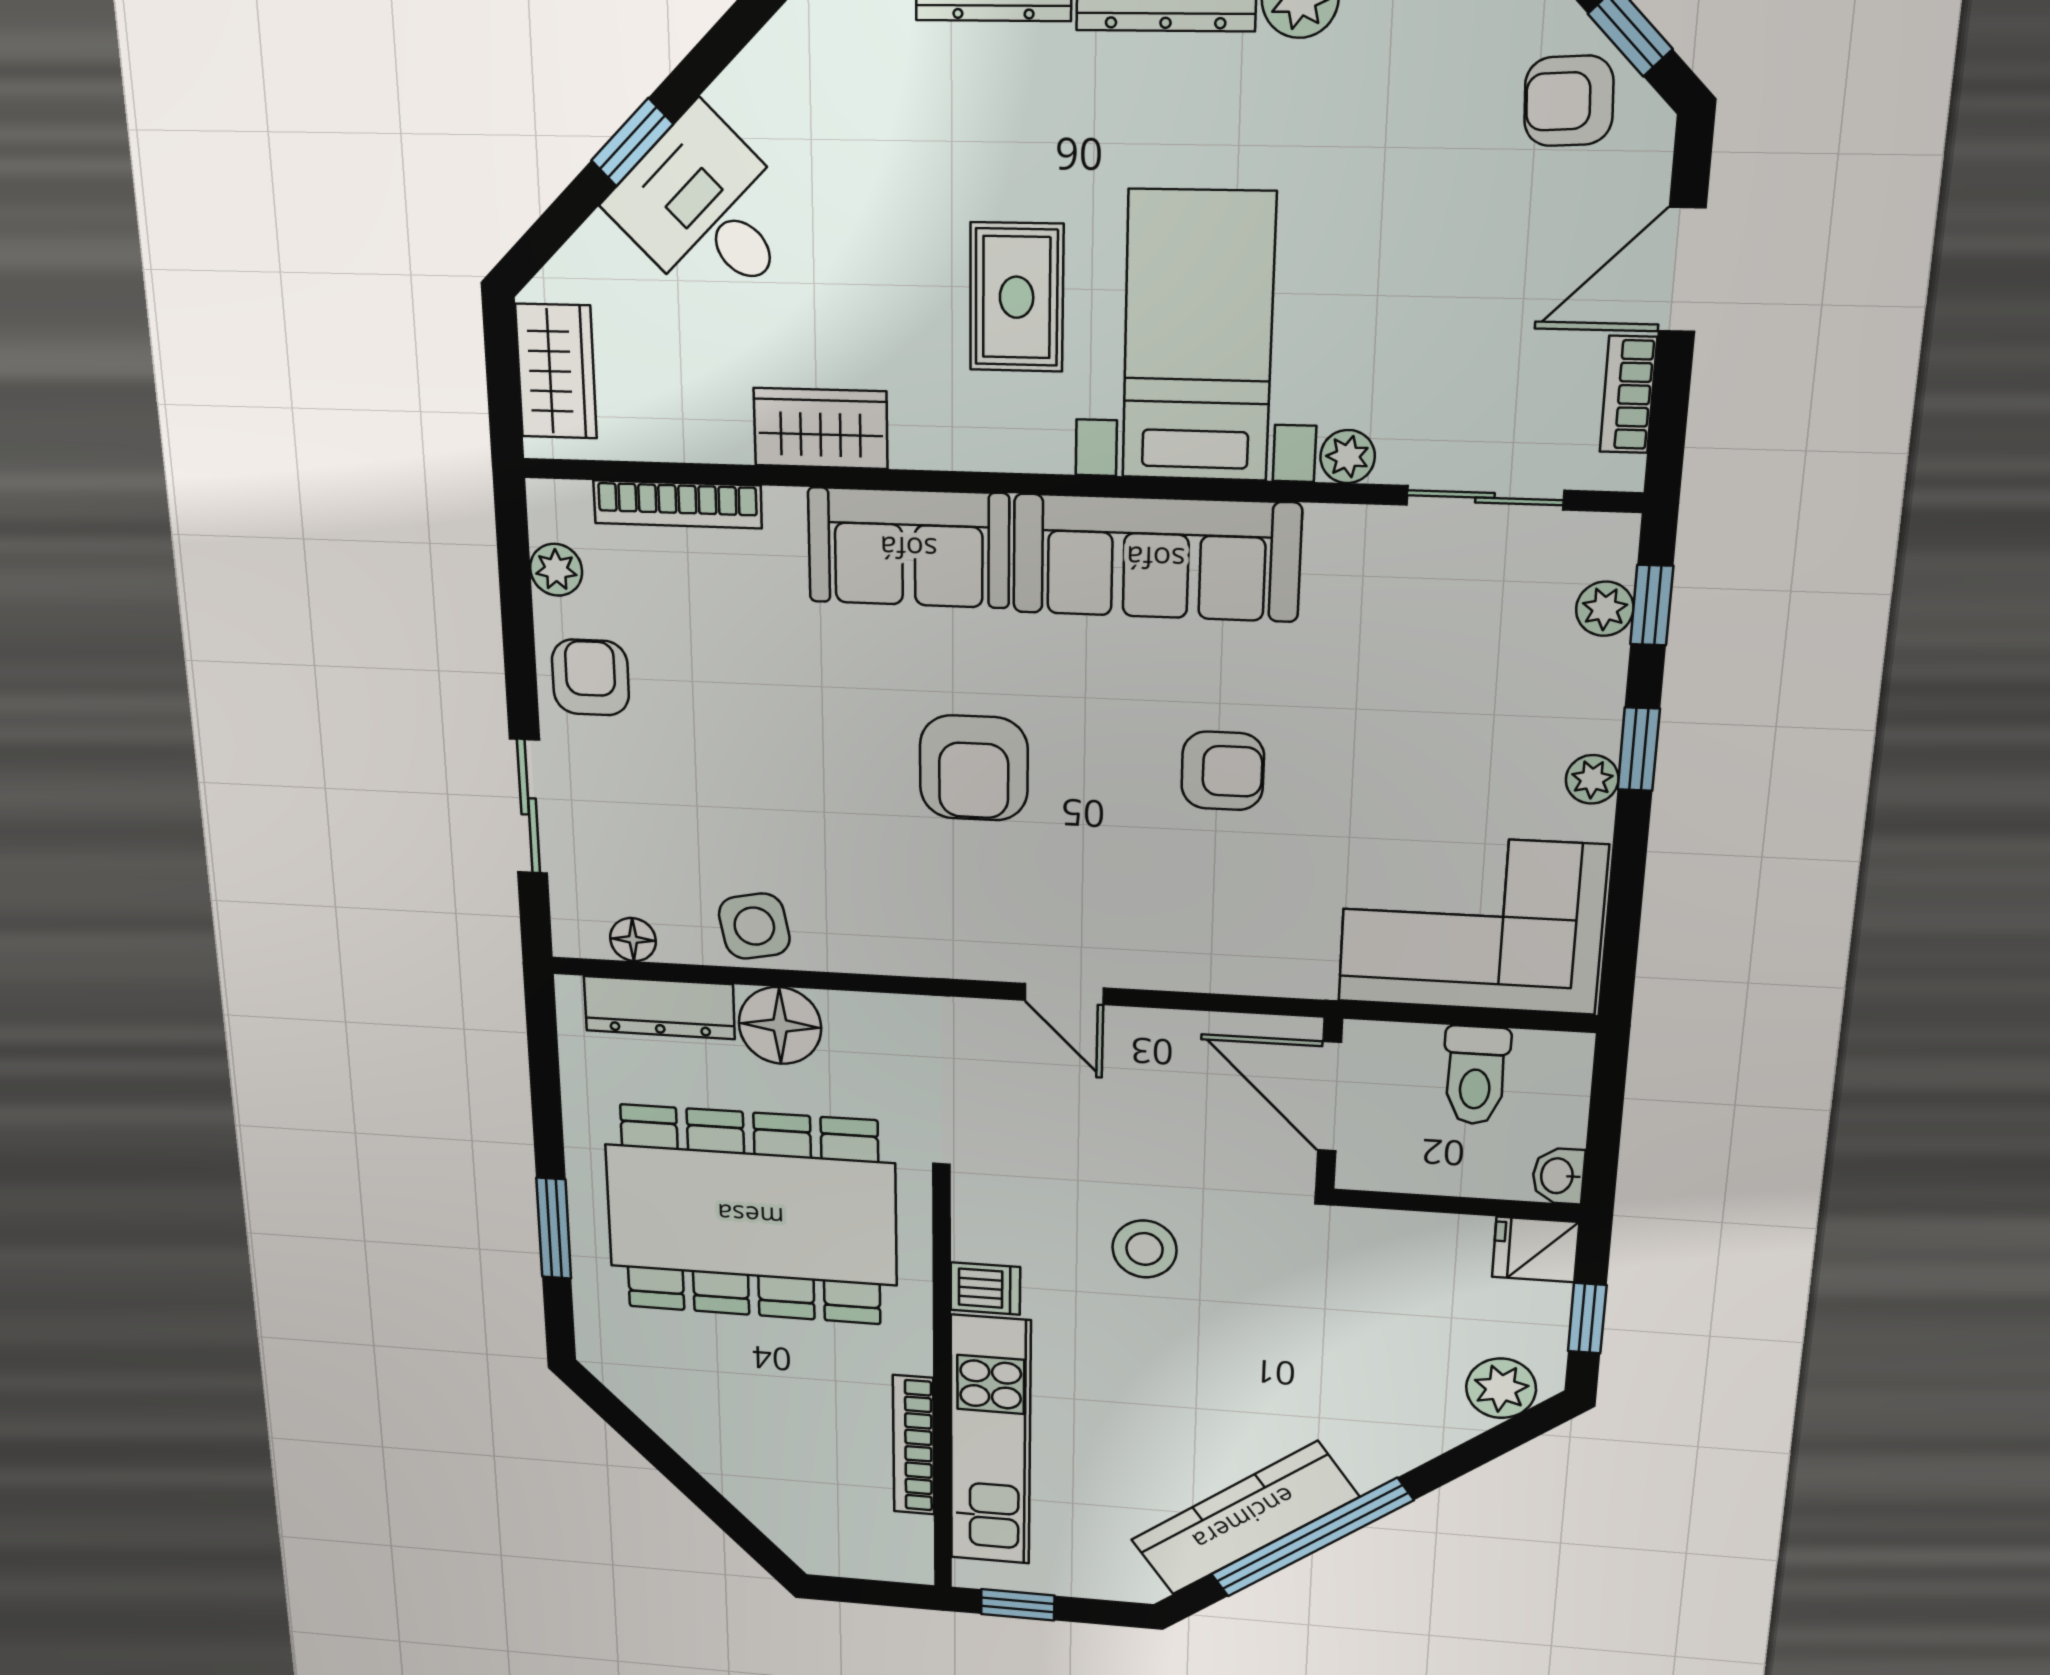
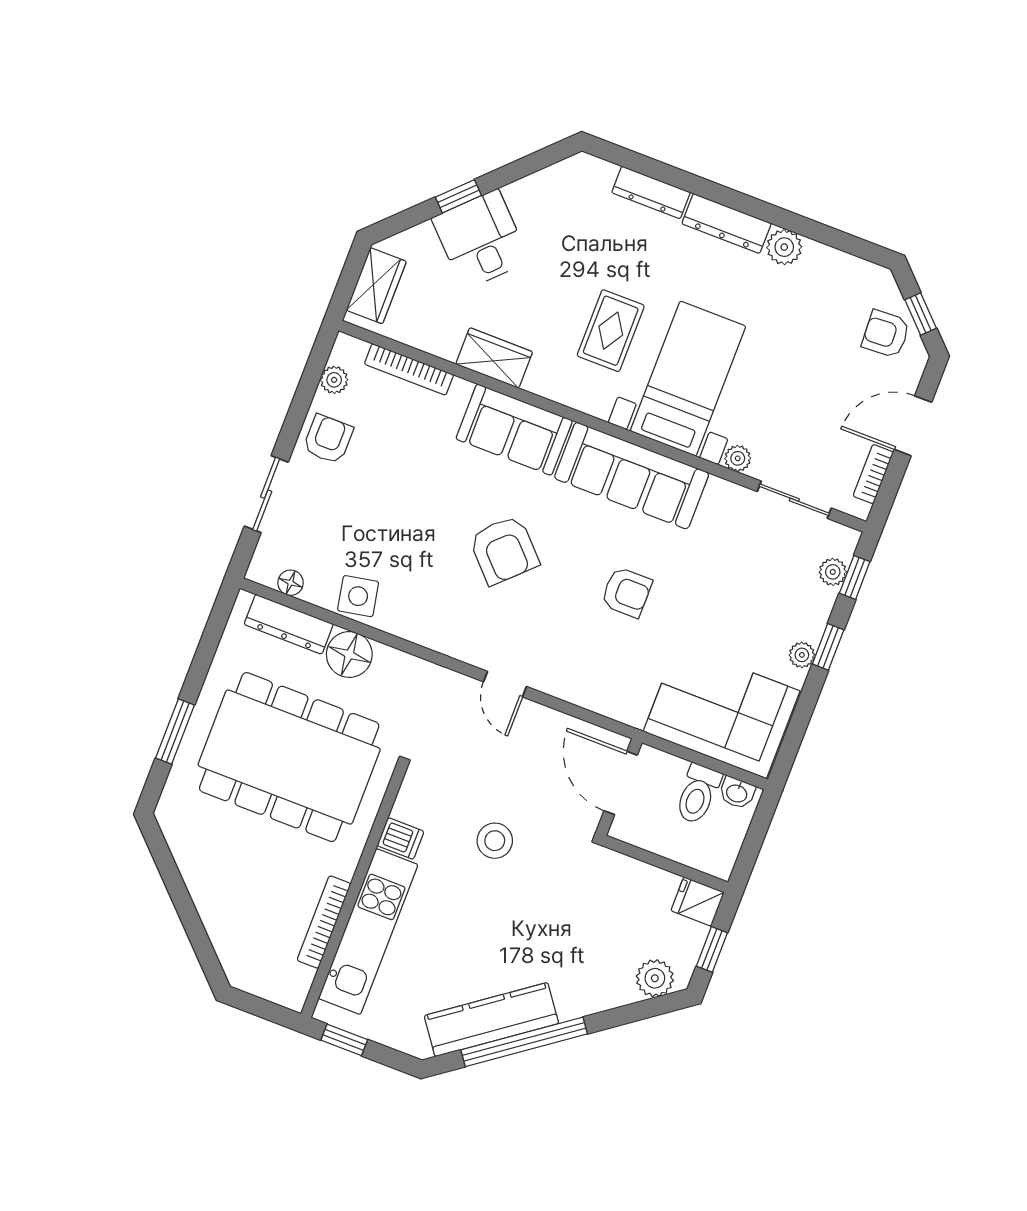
armchair: (974, 768) -> (504, 550), turned -44
washbasin: (1558, 1176) -> (737, 793), moved, turned -90

